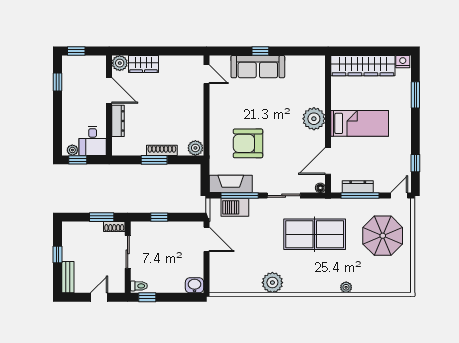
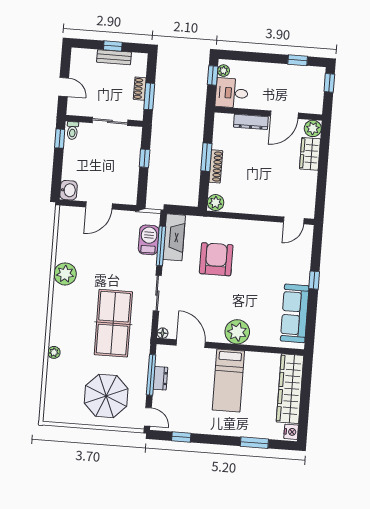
sofa: (258, 67) -> (295, 313), moved
dresser: (358, 187) -> (160, 378), width x0.70
shoe rack: (114, 227) -> (140, 89), moved
door: (206, 239) -> (99, 205), moved
bench: (68, 277) -> (114, 57), moved

